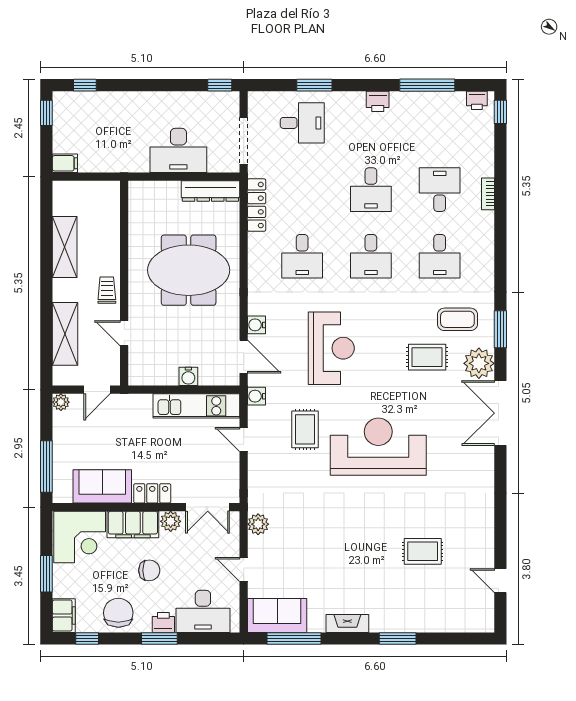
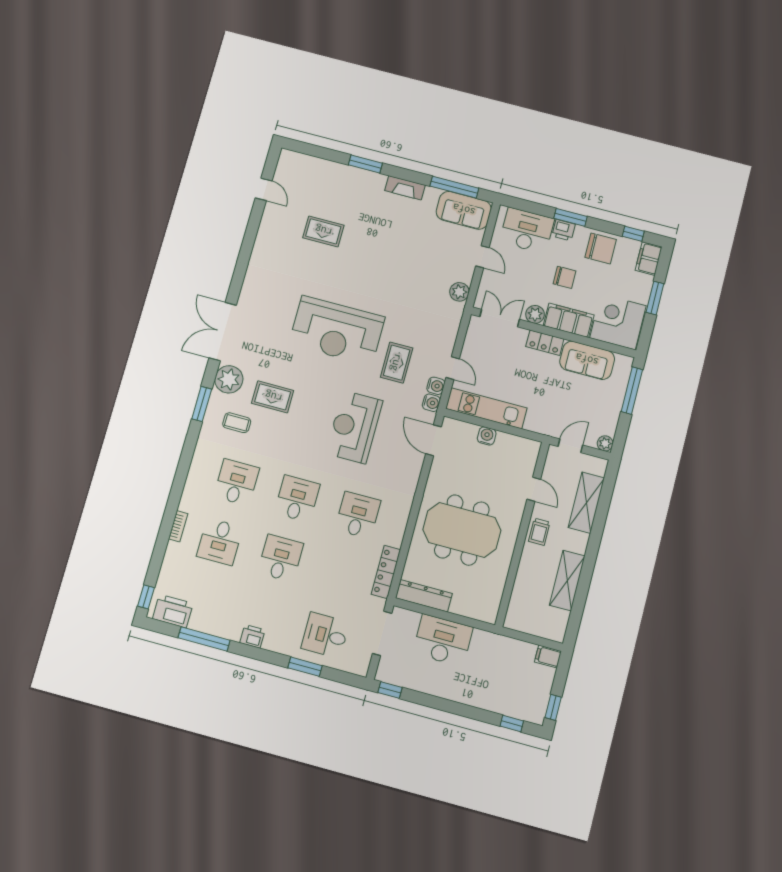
printer: (477, 100) -> (173, 611), width x1.87, depth x1.48
coffee table: (457, 319) -> (237, 423), width x0.73, depth x0.77
water cooler: (256, 325) -> (436, 386), moved
double door: (500, 413) -> (223, 331), swing flipped
chair: (149, 570) -> (564, 277), turned 180
chair: (118, 613) -> (601, 248), turned -90

